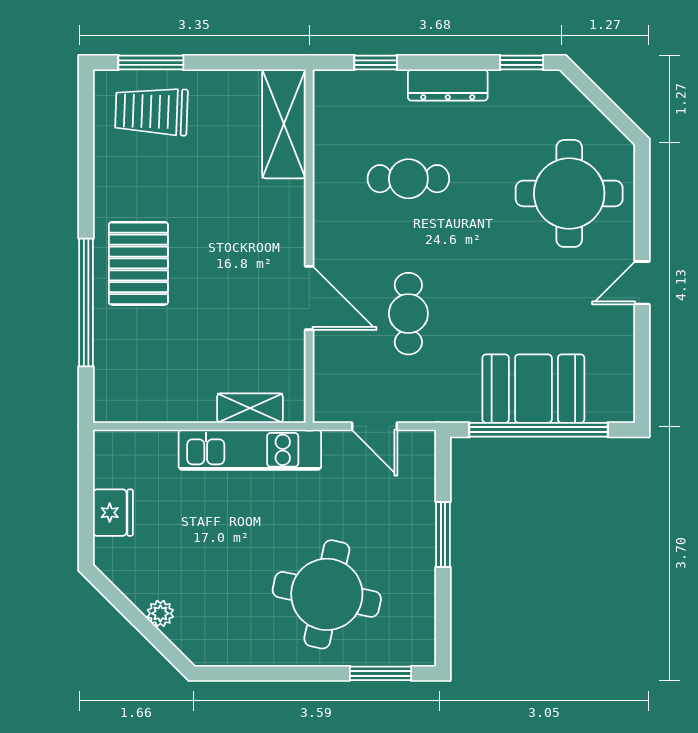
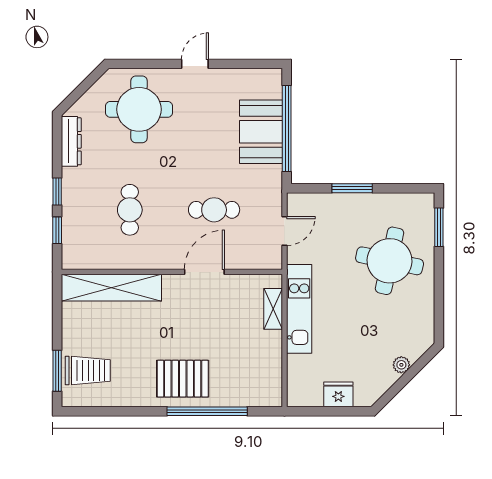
window: (522, 63) -> (57, 192), moved
dresser: (448, 85) -> (71, 141), moved
trolley: (151, 111) -> (88, 370), turned -92
shelving: (284, 124) -> (111, 288), width x1.47
door: (642, 283) -> (195, 64), swing flipped

